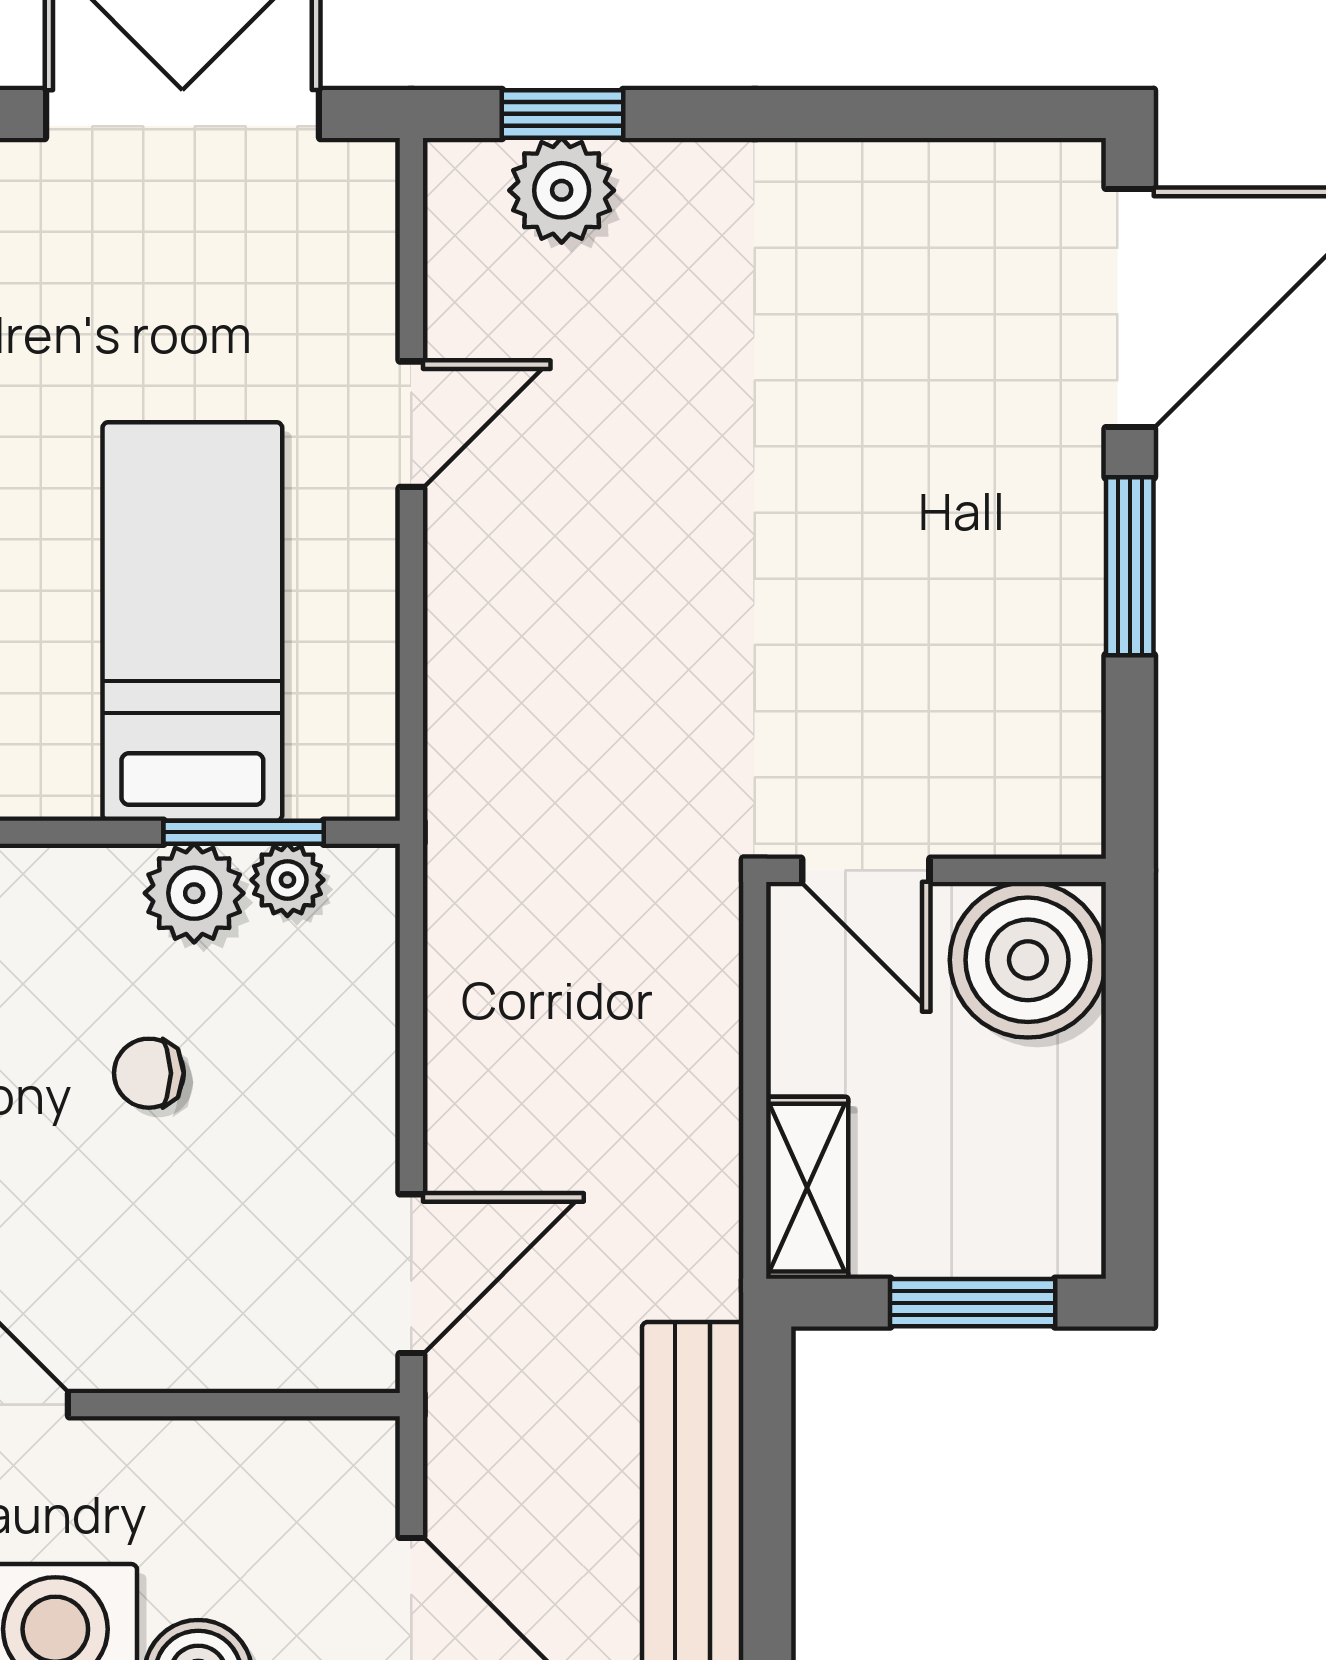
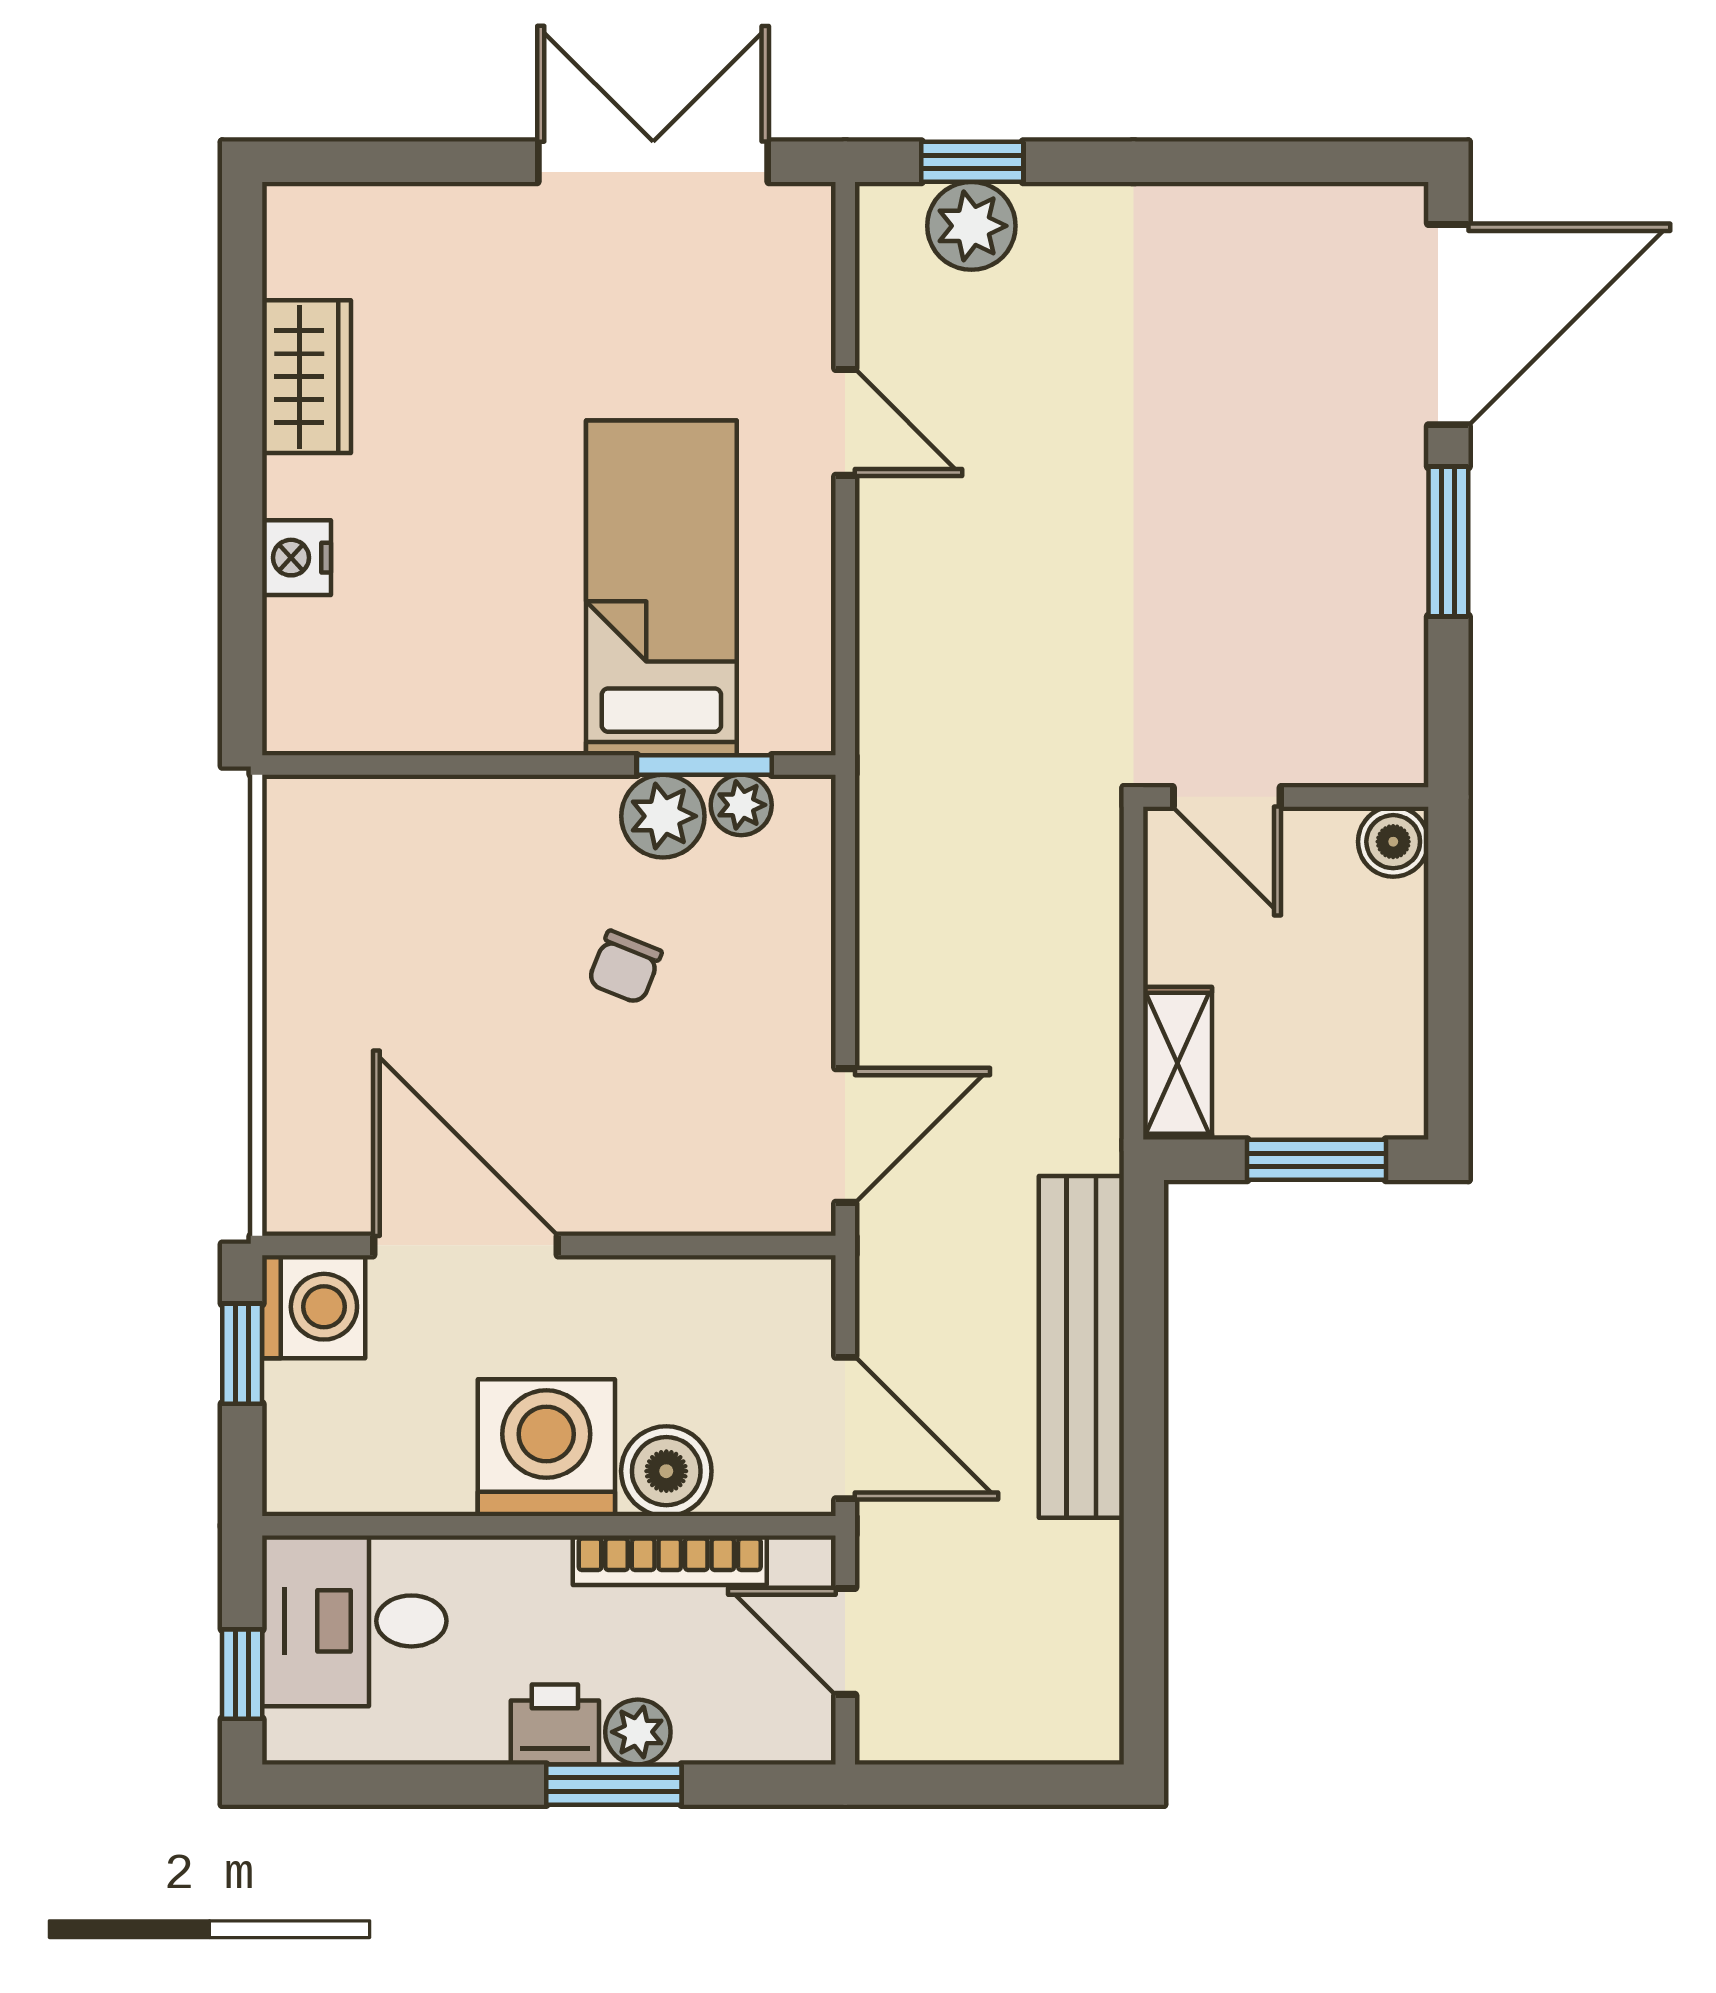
door: (411, 424) -> (845, 422), hinge flipped
boiler: (1028, 960) -> (1393, 842), width x0.54, depth x0.54
chair: (149, 1073) -> (625, 967), turned -68

